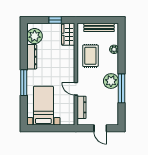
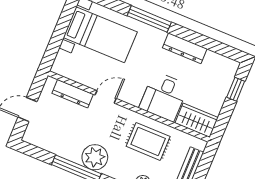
window: (55, 20) -> (236, 89), moved
plant: (35, 36) -> (216, 66), removed
desk: (63, 57) -> (164, 97), added

